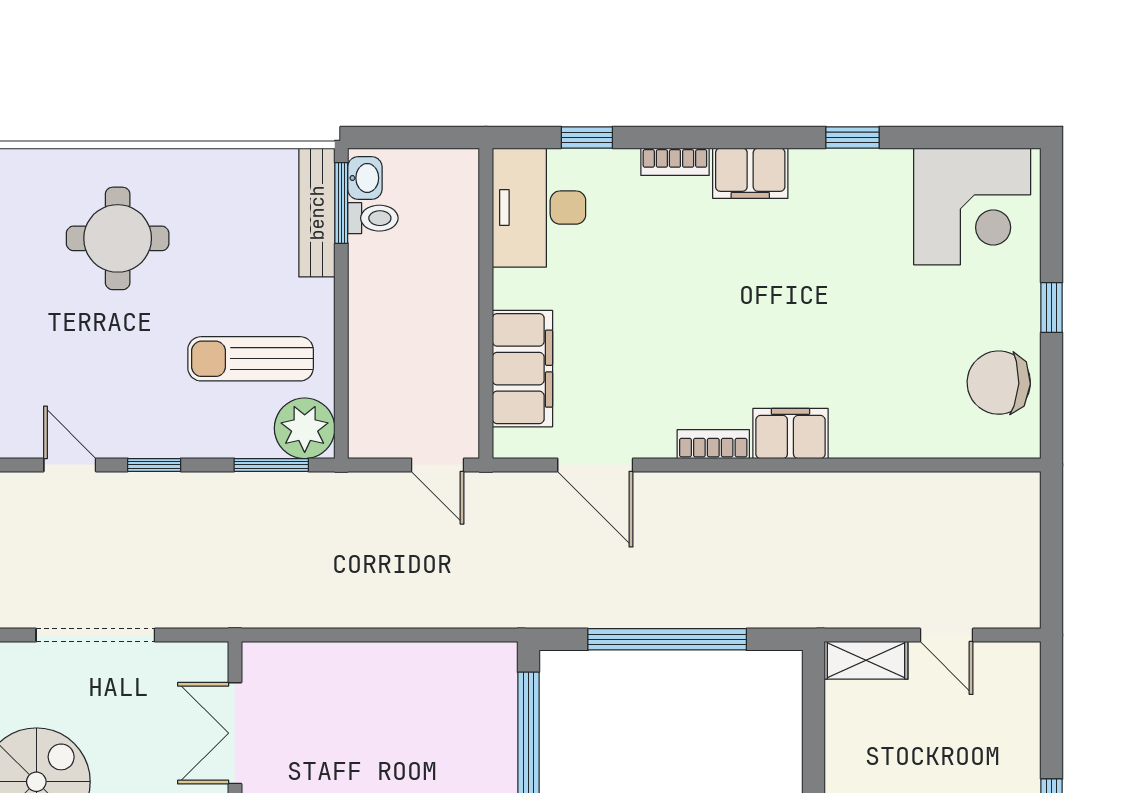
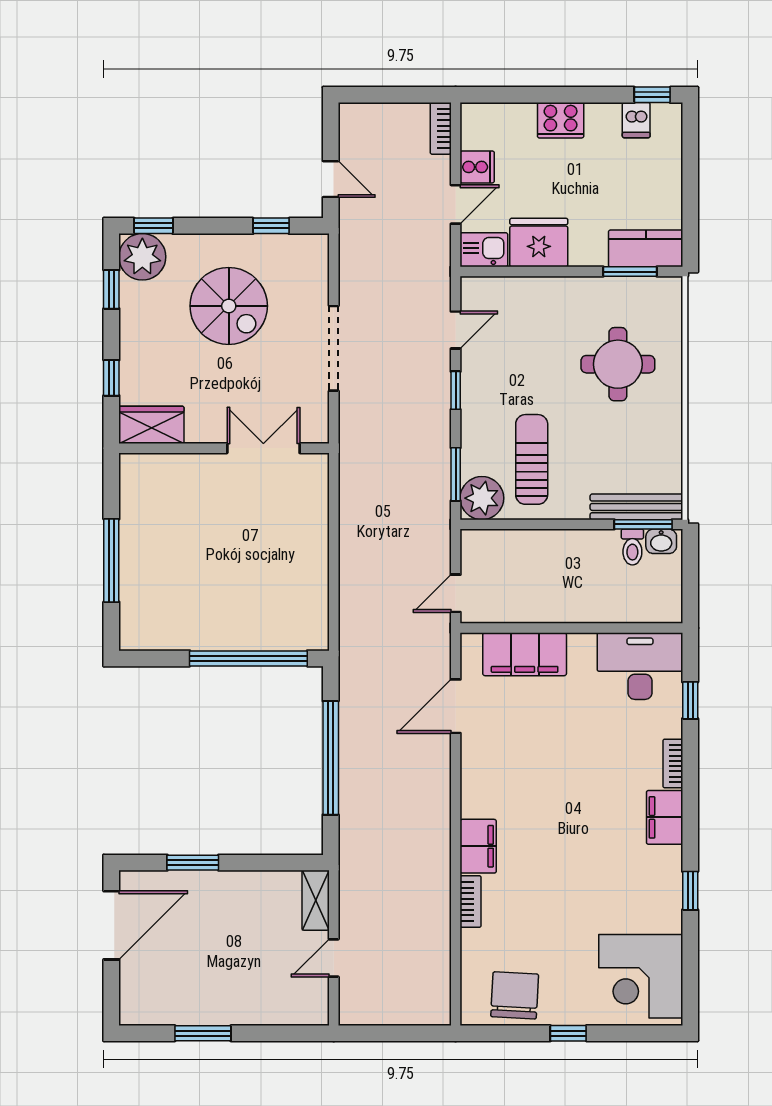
bookcase: (713, 444) -> (471, 902), moved

